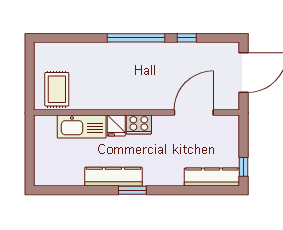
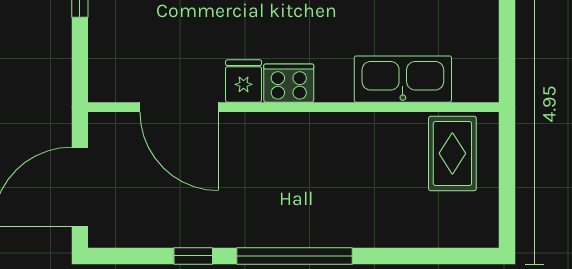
door: (194, 112) -> (179, 107), hinge flipped
fridge: (116, 126) -> (244, 81), moved

